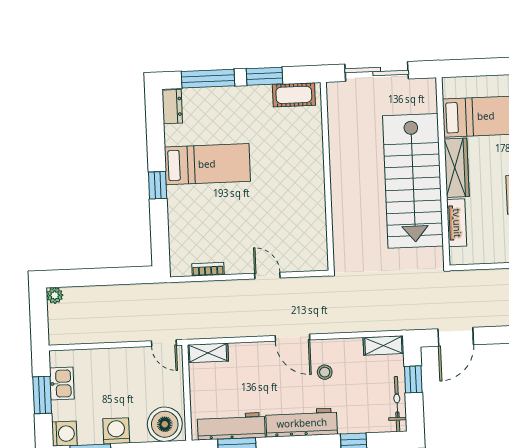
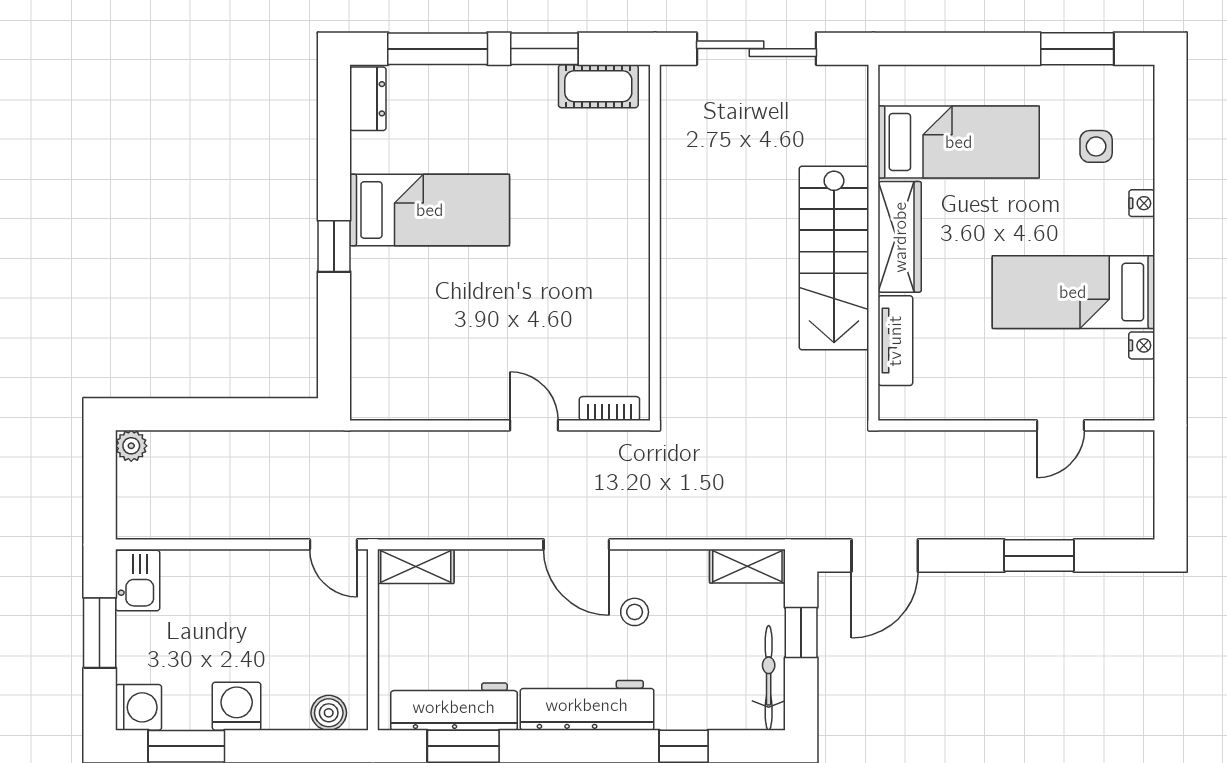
stairs: (413, 181) -> (834, 258), width x0.73, depth x0.66
bookcase: (208, 269) -> (609, 409), moved
kitchen sink: (62, 384) -> (138, 581), moved
boiler: (165, 424) -> (329, 713), width x0.54, depth x0.54

